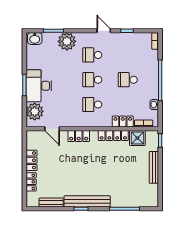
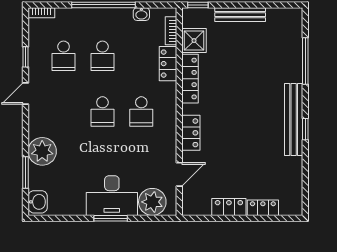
school desk: (92, 55) -> (64, 56), moved
bench: (51, 203) -> (295, 176), removed

